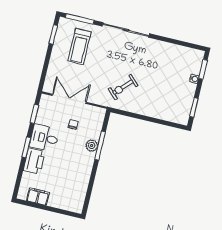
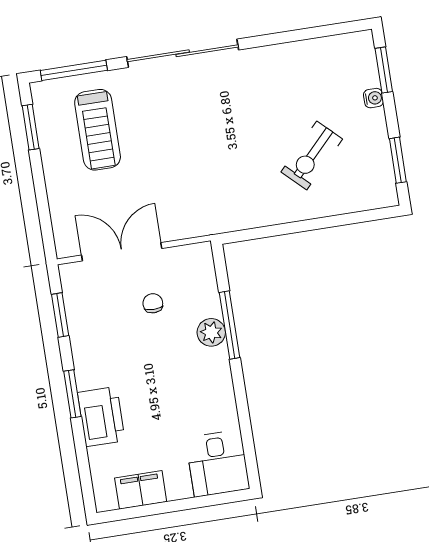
exercise bike: (123, 87) -> (312, 155), moved
desk: (44, 138) -> (218, 463), moved, turned -90

